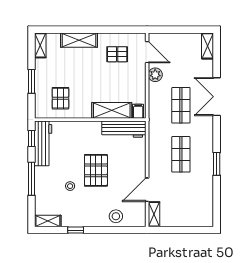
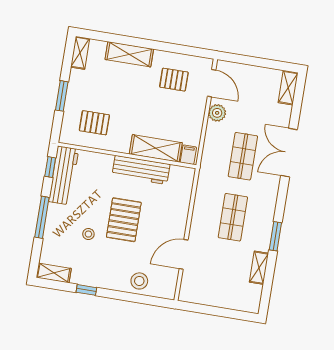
pallet: (60, 98) -> (94, 123), turned 90
workbench: (124, 129) -> (141, 170), moved
shelving: (154, 214) -> (259, 268), moved

